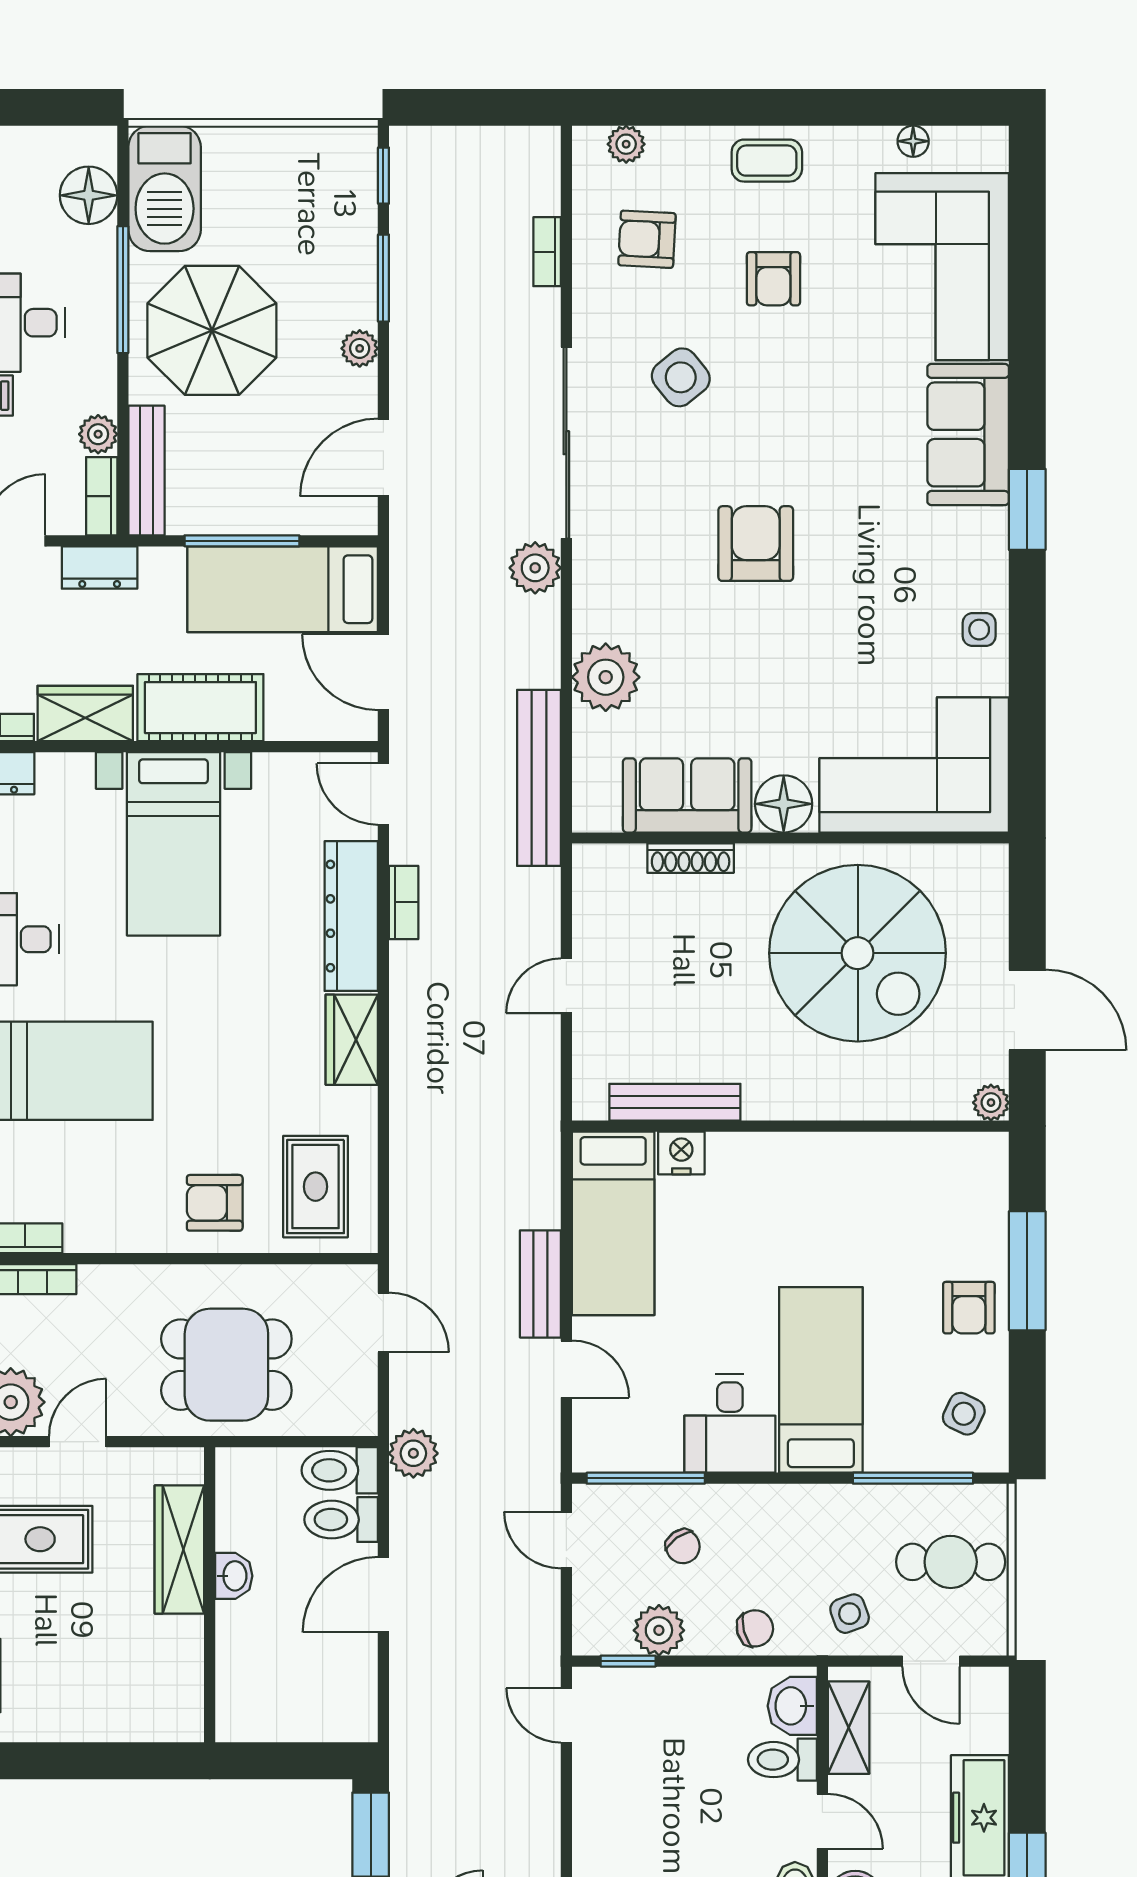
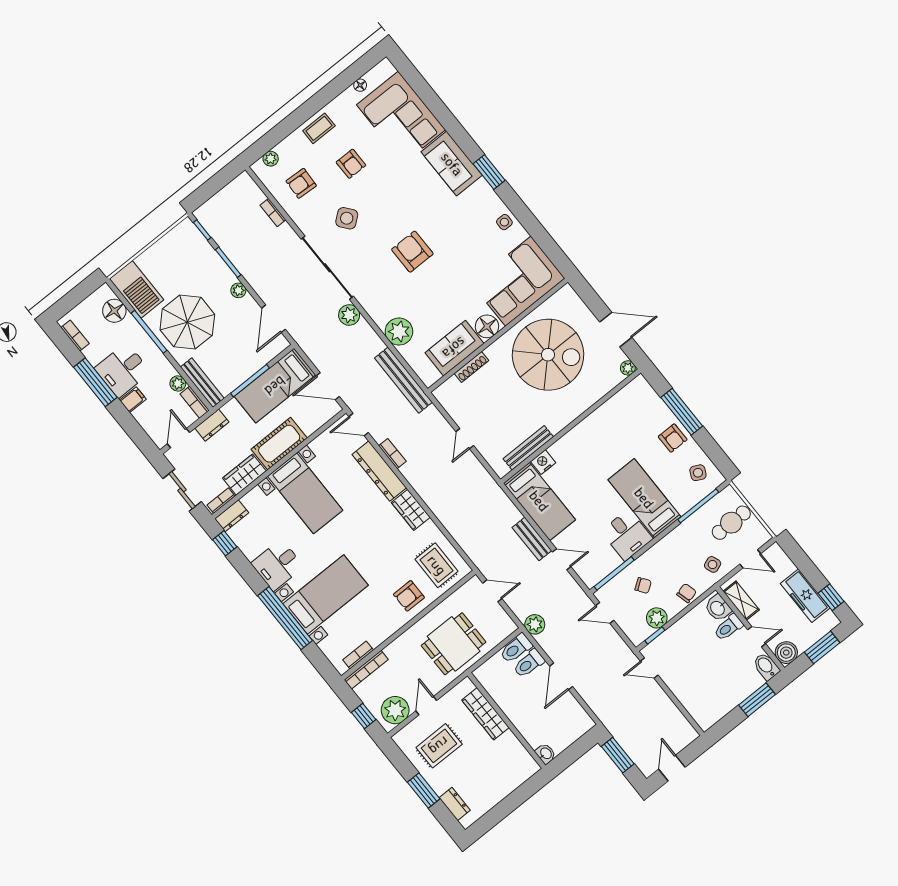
washbasin: (234, 1576) -> (546, 754), moved

